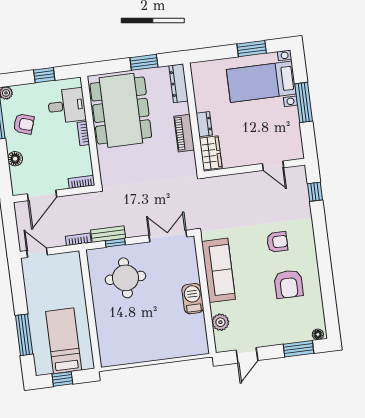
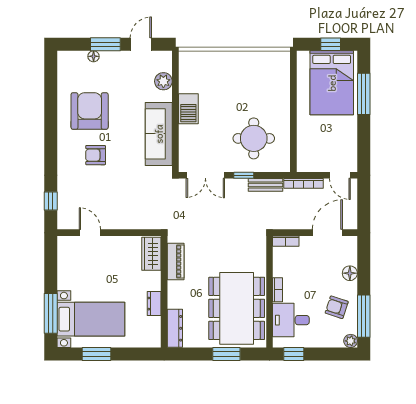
window: (144, 62) -> (226, 354), moved
window: (44, 75) -> (294, 354), moved
window: (304, 102) -> (51, 313), moved
dresser: (204, 124) -> (154, 304), moved
piano: (184, 133) -> (176, 262), moved
bookcase: (78, 239) -> (304, 183), width x1.56
window: (115, 243) -> (244, 175), moved
armchair: (289, 284) -> (90, 111), width x1.36, depth x1.36
floor lamp: (318, 334) -> (94, 56), moved
bed: (64, 341) -> (332, 83), width x1.50
window: (298, 349) -> (105, 44), moved

